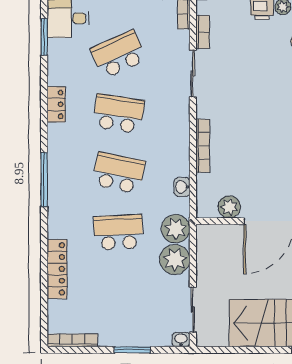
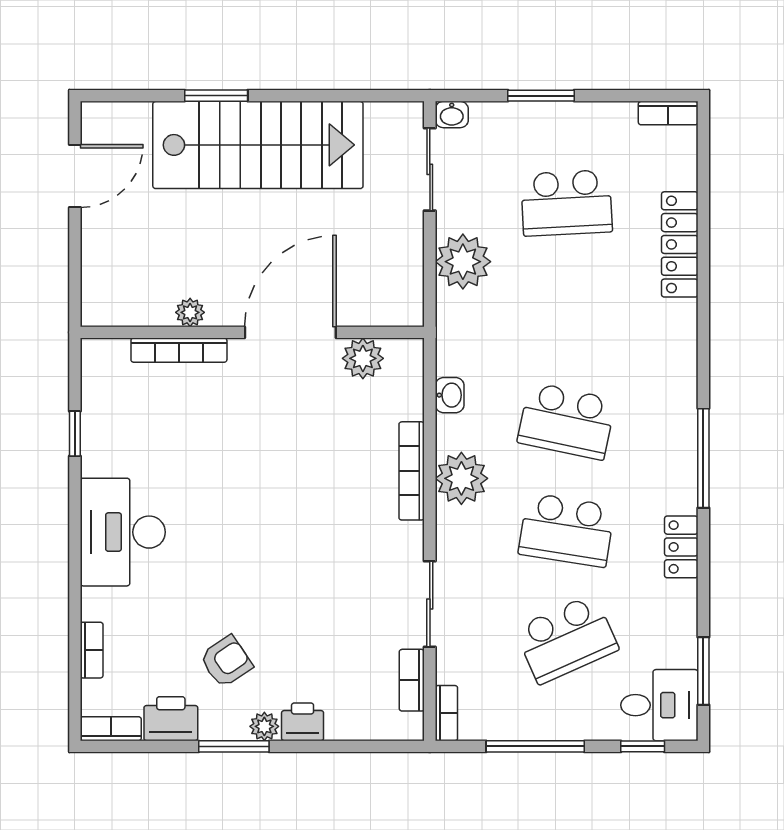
window: (44, 180) -> (703, 458), moved
plant: (176, 229) -> (461, 478), moved
school desk: (119, 232) -> (567, 203), moved
bookcase: (72, 340) -> (668, 113), width x0.64

